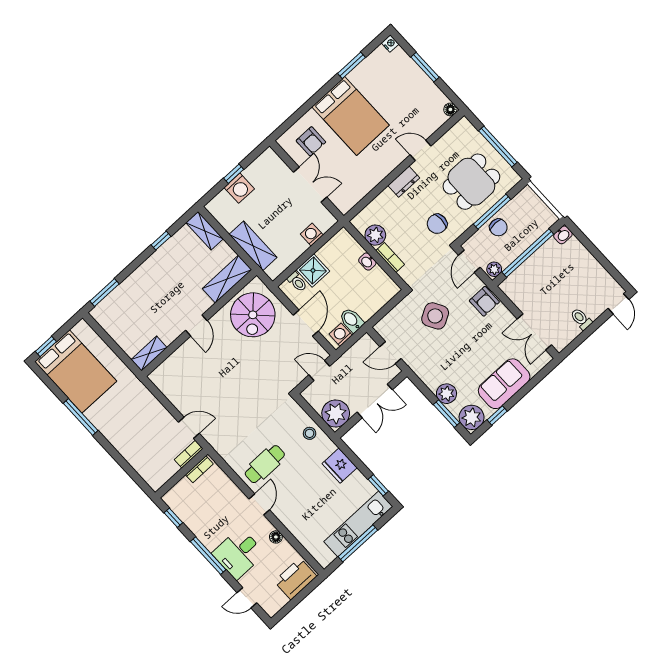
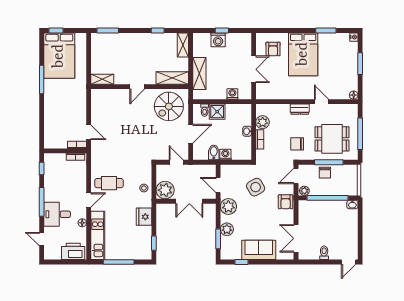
washing machine: (341, 335) -> (225, 155), moved
plant: (472, 417) -> (228, 207), moved
kitchen unit: (358, 524) -> (98, 235), moved, turned 90

